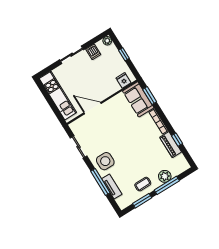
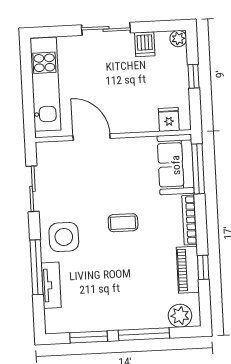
window: (150, 96) -> (198, 169), width x1.44
plant: (165, 176) -> (180, 316), moved
coffee table: (143, 184) -> (123, 223), moved

